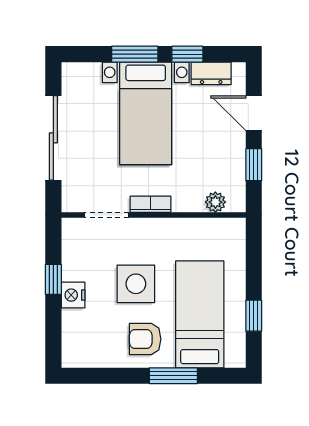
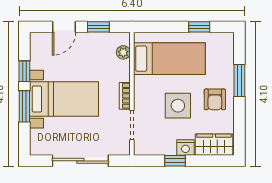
dresser: (211, 73) -> (37, 55), removed
bed: (200, 314) -> (169, 59), moved, turned 180
wardrobe: (77, 338) -> (214, 145), added

